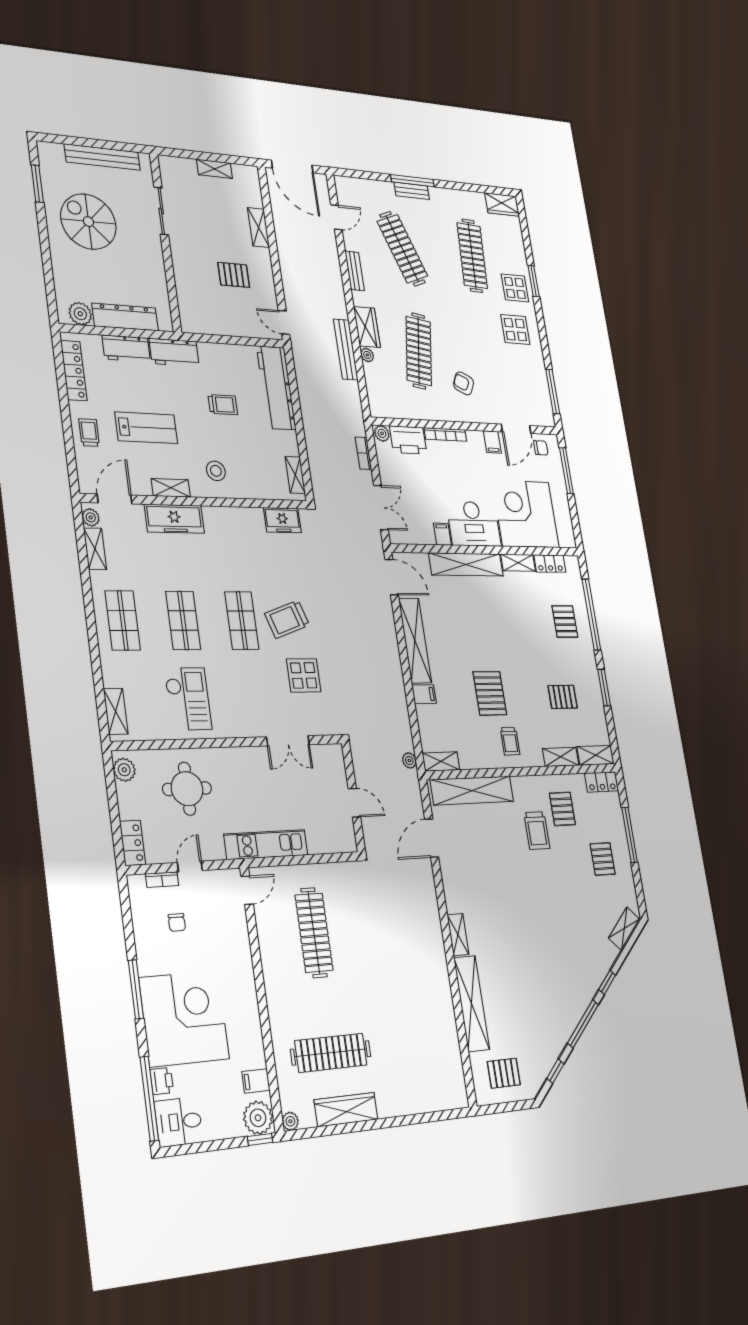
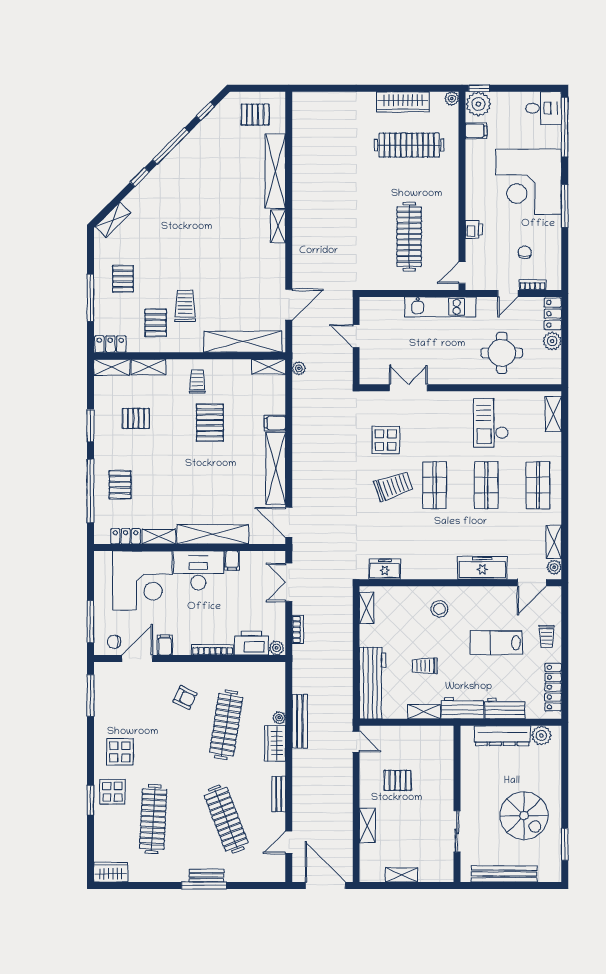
shelving: (171, 488) -> (424, 712), moved
plant: (124, 770) -> (552, 341), moved
printer: (162, 1081) -> (474, 229), moved, turned 180

